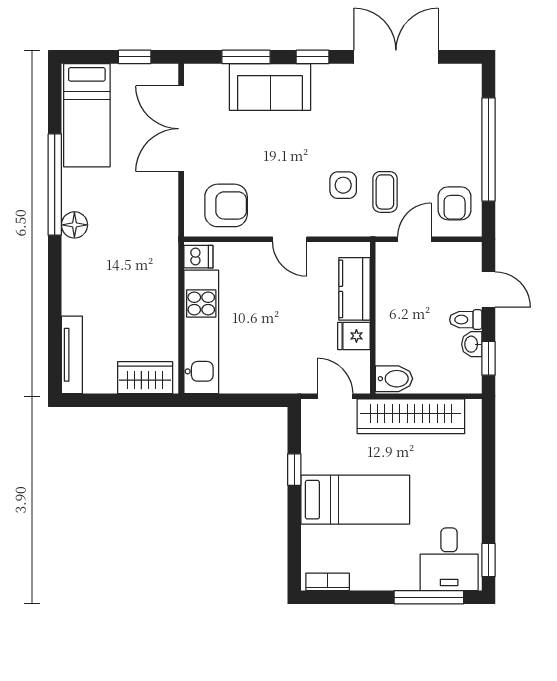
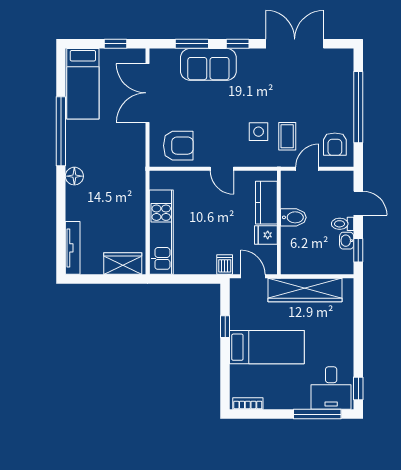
floor lamp: (74, 225) -> (74, 176), moved
dishwasher: (198, 257) -> (225, 265), moved, turned -90
bidet: (394, 379) -> (293, 217), moved

